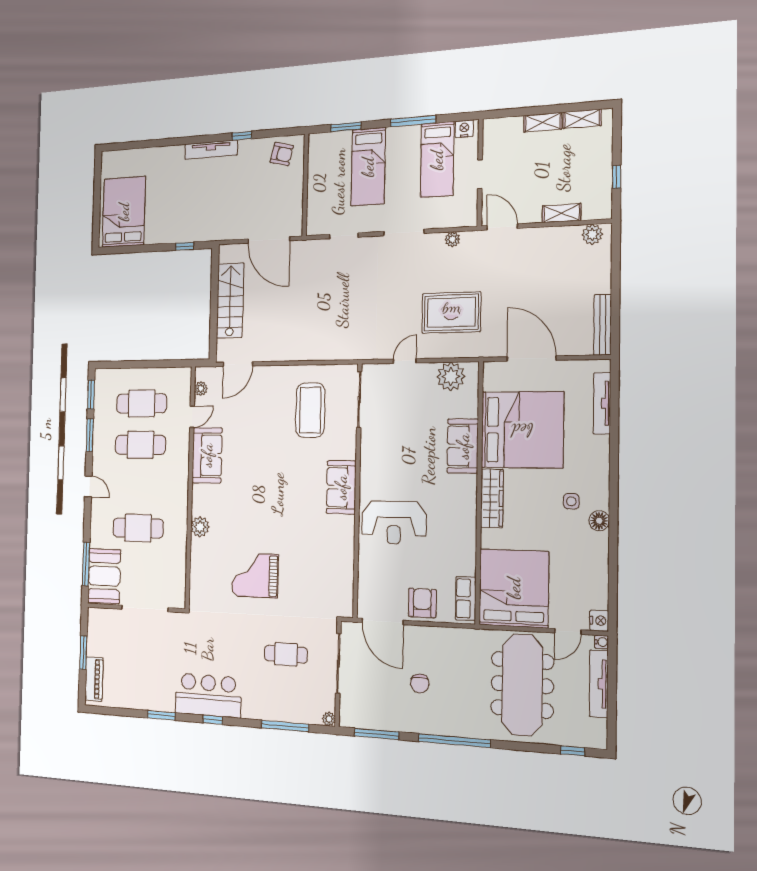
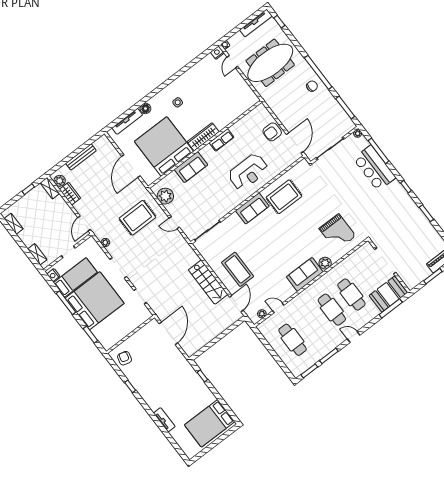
shelving: (543, 122) -> (37, 254), moved
tv unit: (211, 150) -> (164, 420), moved, width x0.71
bed: (368, 167) -> (95, 301), width x2.04
shelving: (561, 213) -> (50, 188), moved
wardrobe: (561, 237) -> (70, 194), added
stairs: (230, 301) -> (208, 282), moved, turned -90
rug: (451, 313) -> (138, 218), turned 90
bench: (603, 325) -> (81, 157), moved
door: (238, 364) -> (236, 304), hinge flipped
coffee table: (310, 410) -> (238, 269), moved, turned 90
cafe table: (140, 445) -> (332, 310), moved
sofa: (207, 455) -> (305, 274), moved
door: (88, 486) -> (354, 337), hinge flipped
floor lamp: (599, 521) -> (145, 108), moved
reception desk: (394, 522) -> (248, 172), turned 90
rug: (323, 544) -> (284, 197), added
grand piano: (255, 575) -> (337, 232), moved
bed: (514, 588) -> (233, 98), removed
row of seats: (466, 599) -> (222, 140), moved
door: (568, 631) -> (232, 62), swing flipped
cafe table: (286, 654) -> (347, 176), removed
chair: (420, 683) -> (312, 86), moved
tv unit: (599, 684) -> (256, 23), moved
bar counter: (208, 695) -> (374, 168), moved

